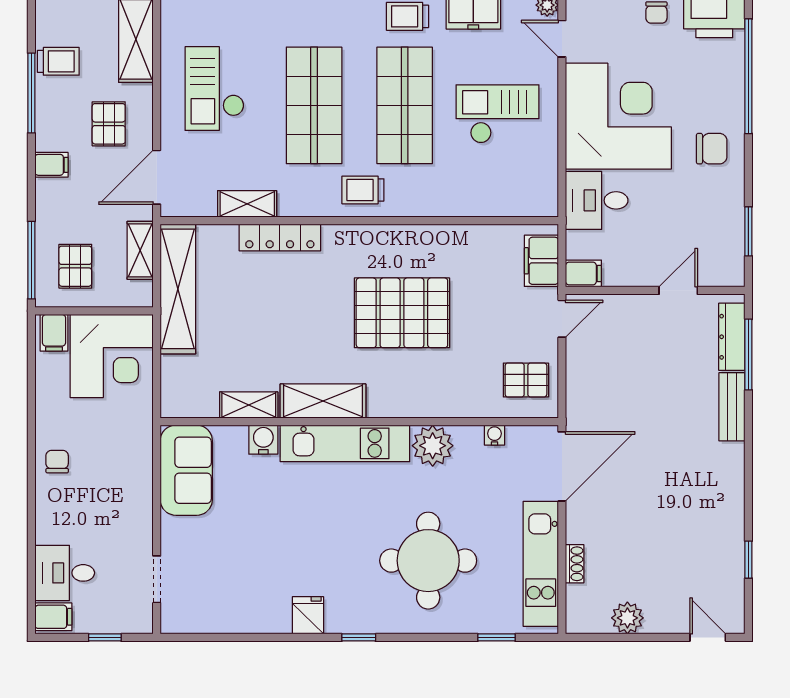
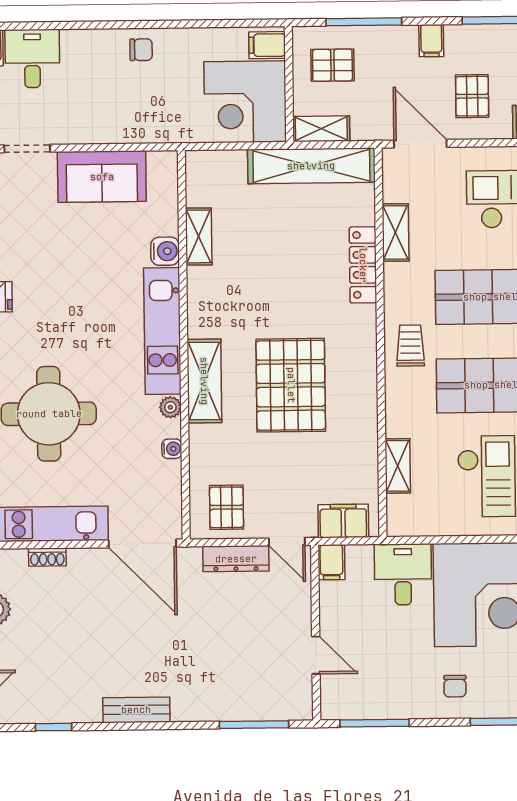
pallet: (109, 124) -> (472, 96), turned 90
chair: (712, 149) -> (455, 686), width x0.73, depth x0.73
shelving: (486, 204) -> (398, 466), added
window: (748, 231) -> (375, 723), width x1.44
shelving: (140, 250) -> (321, 129), moved
window: (31, 260) -> (364, 22), moved
dresser: (732, 337) -> (236, 559), moved, turned 180
shelving: (323, 401) -> (204, 381), moved
bench: (732, 407) -> (136, 710), moved
water cooler: (494, 435) -> (172, 449), moved
plant: (433, 446) -> (170, 407), width x0.53, depth x0.53
sofa: (186, 470) -> (102, 177), moved

